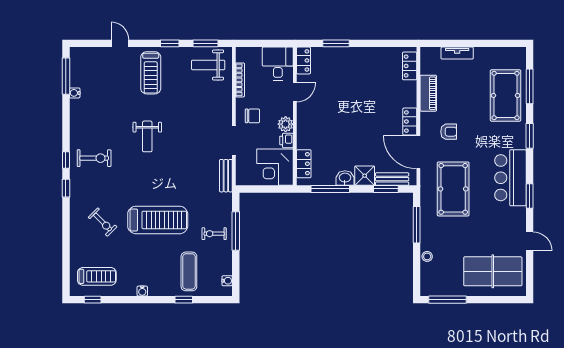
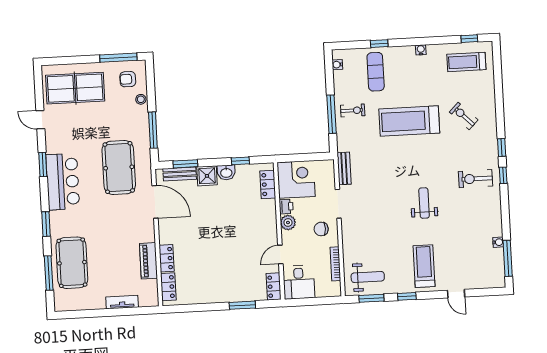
locker: (410, 122) -> (167, 258), moved
armchair: (449, 132) -> (128, 79), moved
window: (330, 189) -> (240, 161), width x0.46

